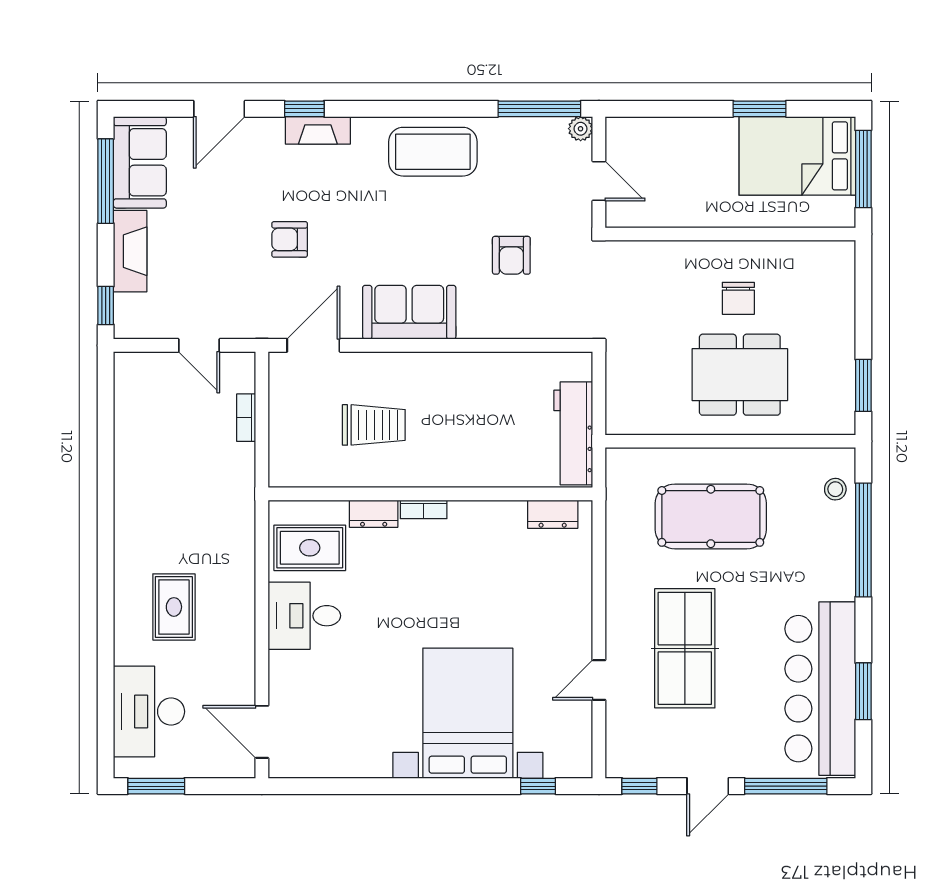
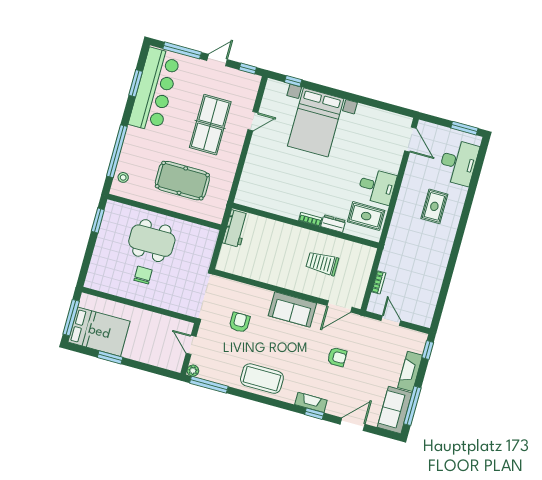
workbench: (573, 433) -> (235, 229), width x0.73
dresser: (553, 514) -> (253, 201), removed

